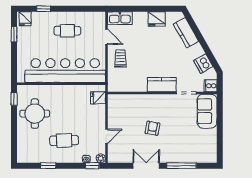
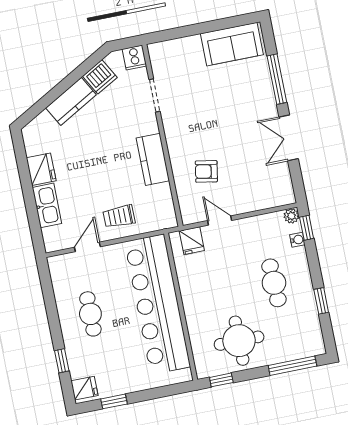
kitchen sink: (120, 18) -> (47, 205), moved
kitchen counter: (186, 33) -> (71, 101), moved
kitchen counter: (162, 85) -> (153, 159), moved
sofa: (207, 111) -> (232, 44), moved
armchair: (152, 128) -> (206, 171), moved
door: (106, 136) -> (220, 220), moved
window: (14, 142) -> (292, 366), added

